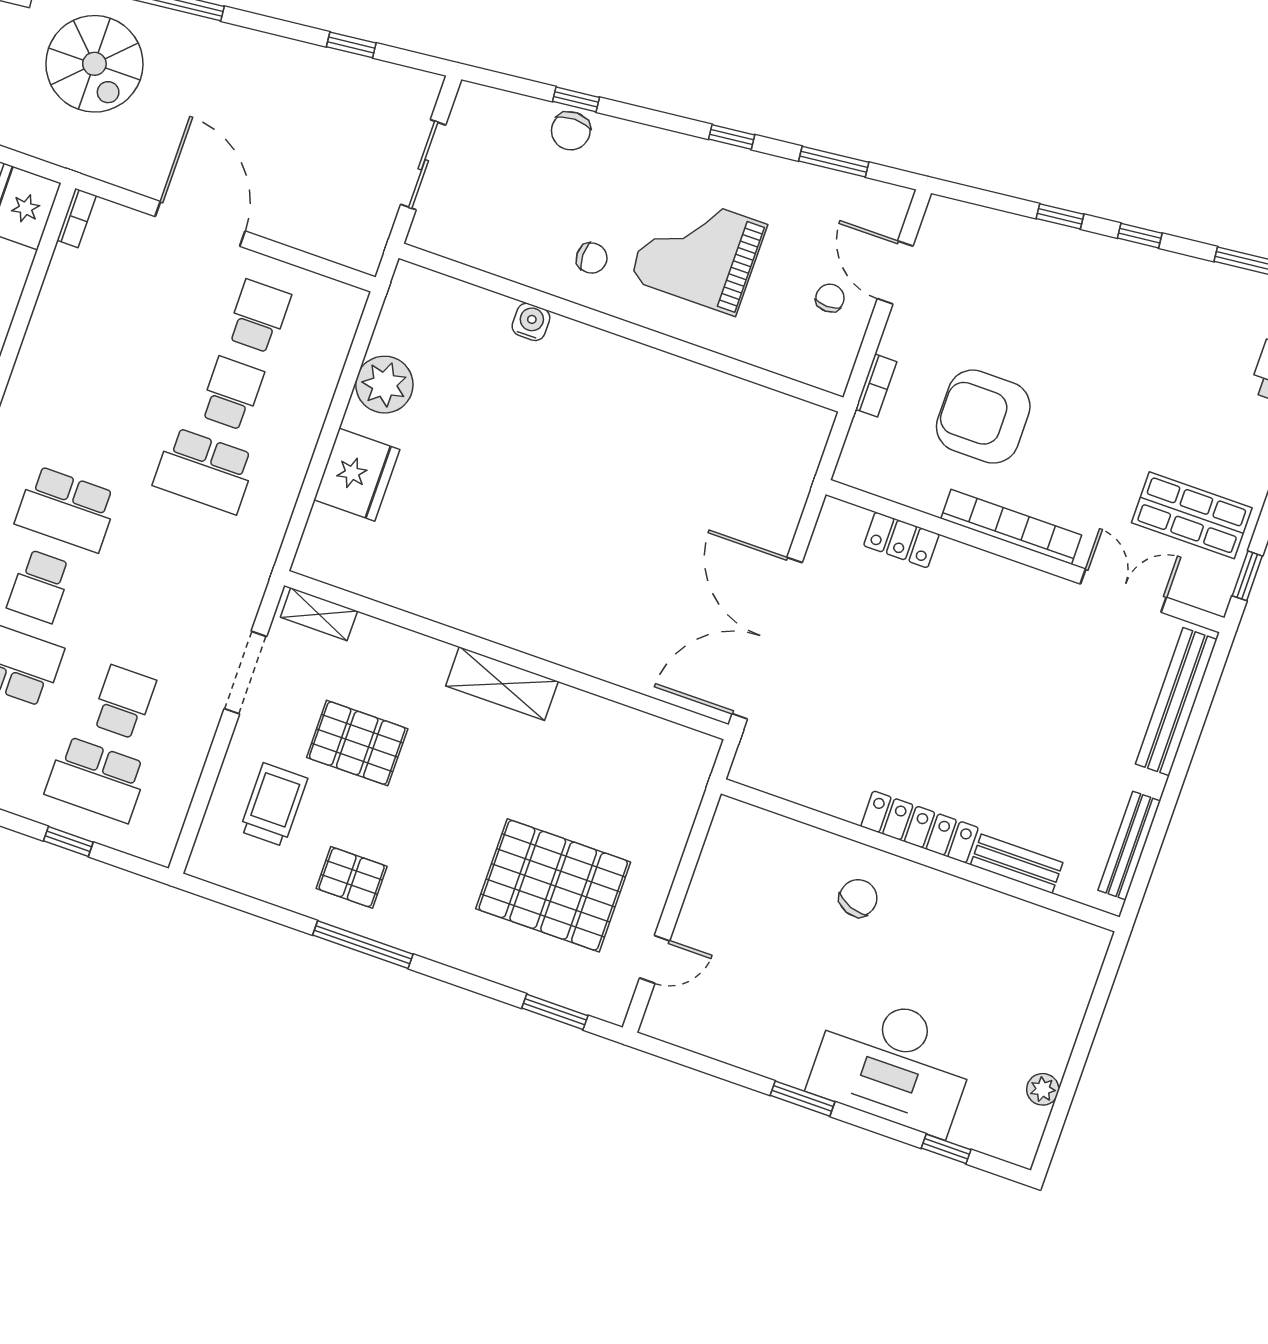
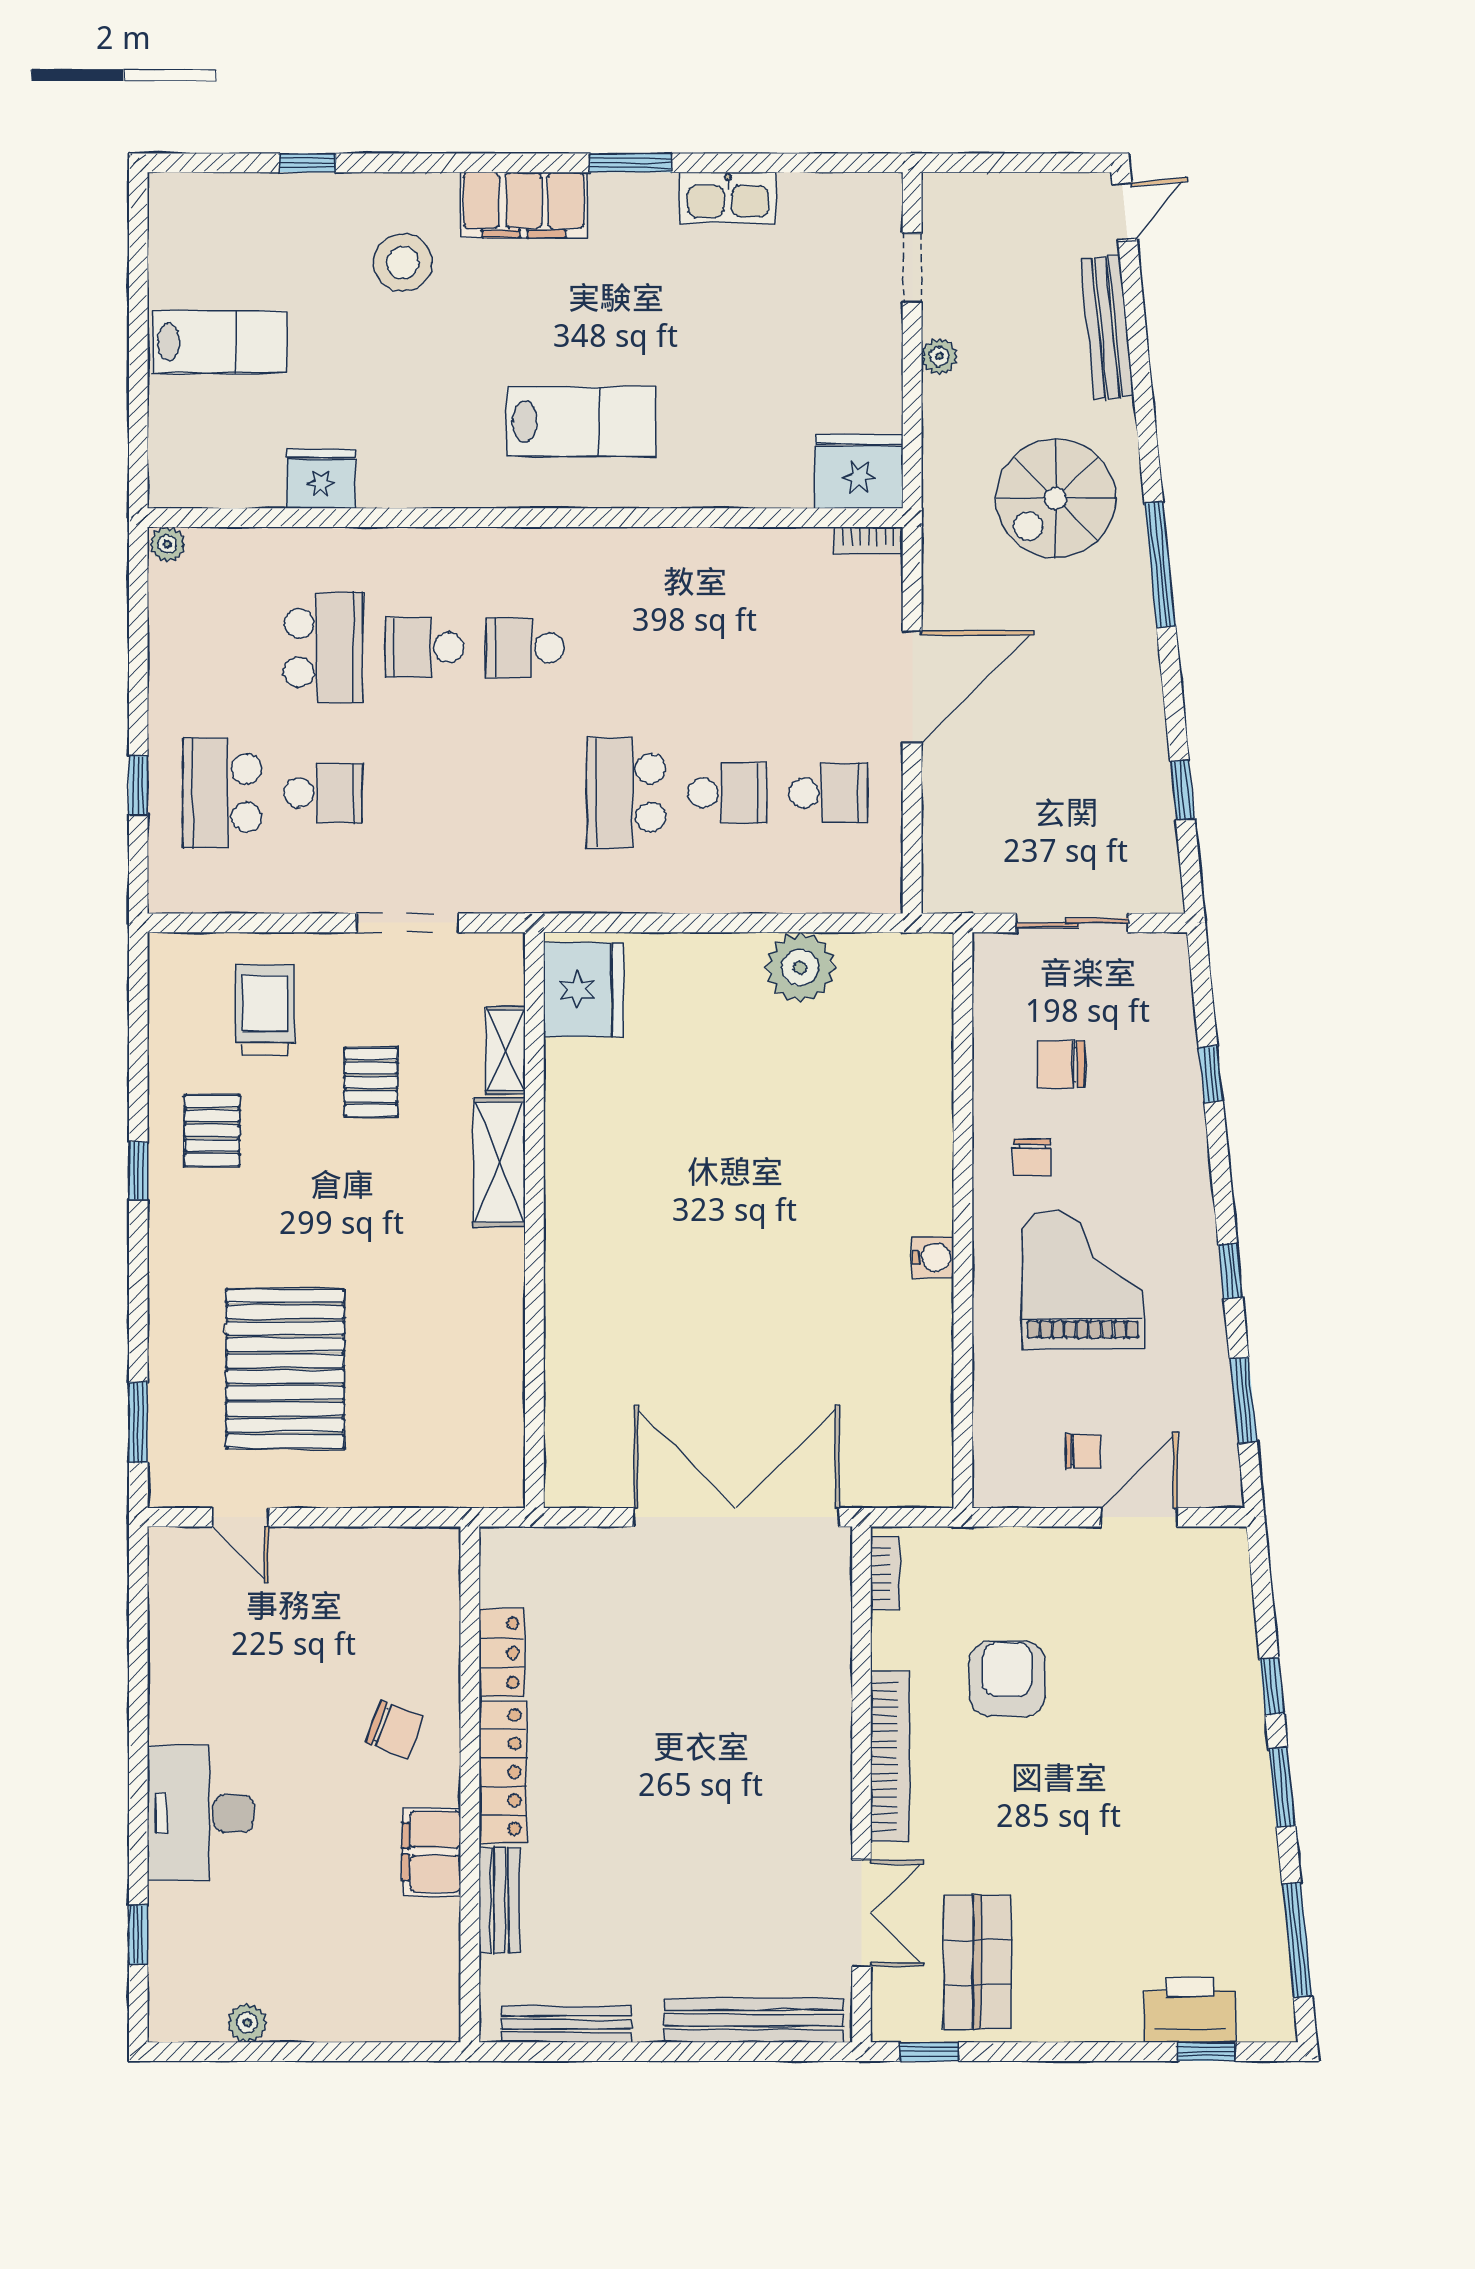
chair: (571, 131) -> (1061, 1064), moved
window: (1140, 236) -> (1282, 1787), width x1.50
water cooler: (531, 322) -> (933, 1257), moved
bookcase: (876, 385) -> (885, 1574), moved, turned -90
armchair: (983, 417) -> (1007, 1679), width x0.73, depth x0.73
fridge: (357, 475) -> (584, 990), moved, turned -90
school desk: (67, 509) -> (525, 648), width x0.54
locker: (901, 540) -> (502, 1653), moved, turned 180
shelving: (319, 614) -> (506, 1050), moved
double door: (767, 638) -> (737, 1517), moved
shelving: (502, 684) -> (499, 1162), moved
pallet: (357, 743) -> (371, 1082), width x0.67, depth x0.71
trolley: (274, 805) -> (265, 1010), turned -90
filing cabinet: (961, 903) -> (431, 1852), added
window: (363, 945) -> (138, 1171), width x0.46
desk: (893, 1063) -> (201, 1813), width x0.73, depth x0.77
window: (802, 1099) -> (138, 1746), removed

